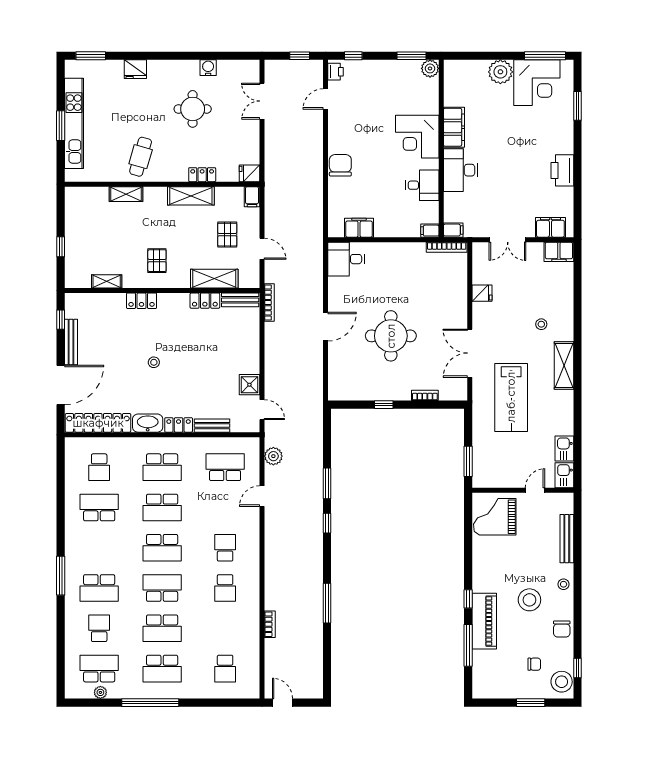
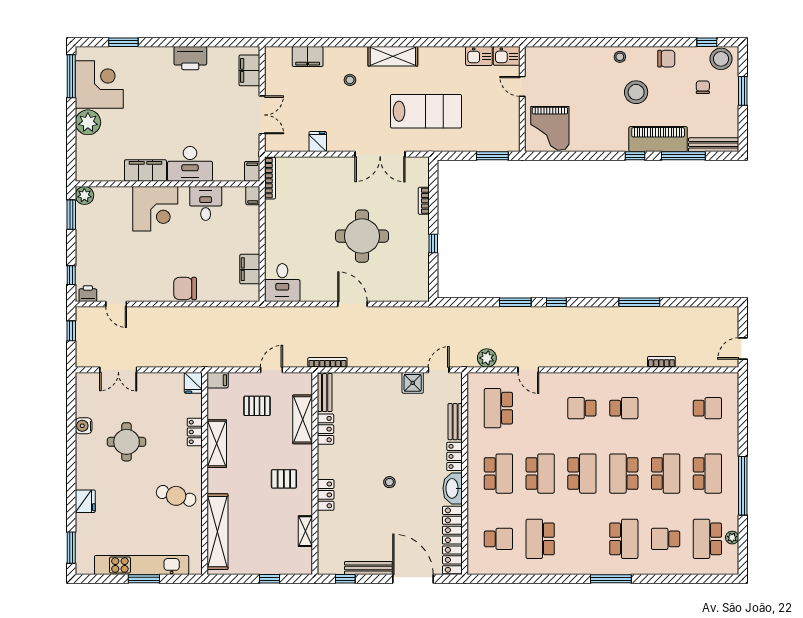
shelving: (126, 194) -> (217, 532), width x2.20, depth x1.33
filing cabinet: (559, 252) -> (308, 57), moved, turned 90
bench: (567, 539) -> (714, 145), moved

